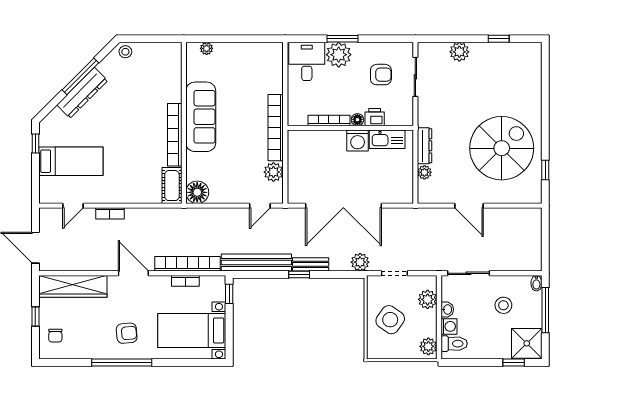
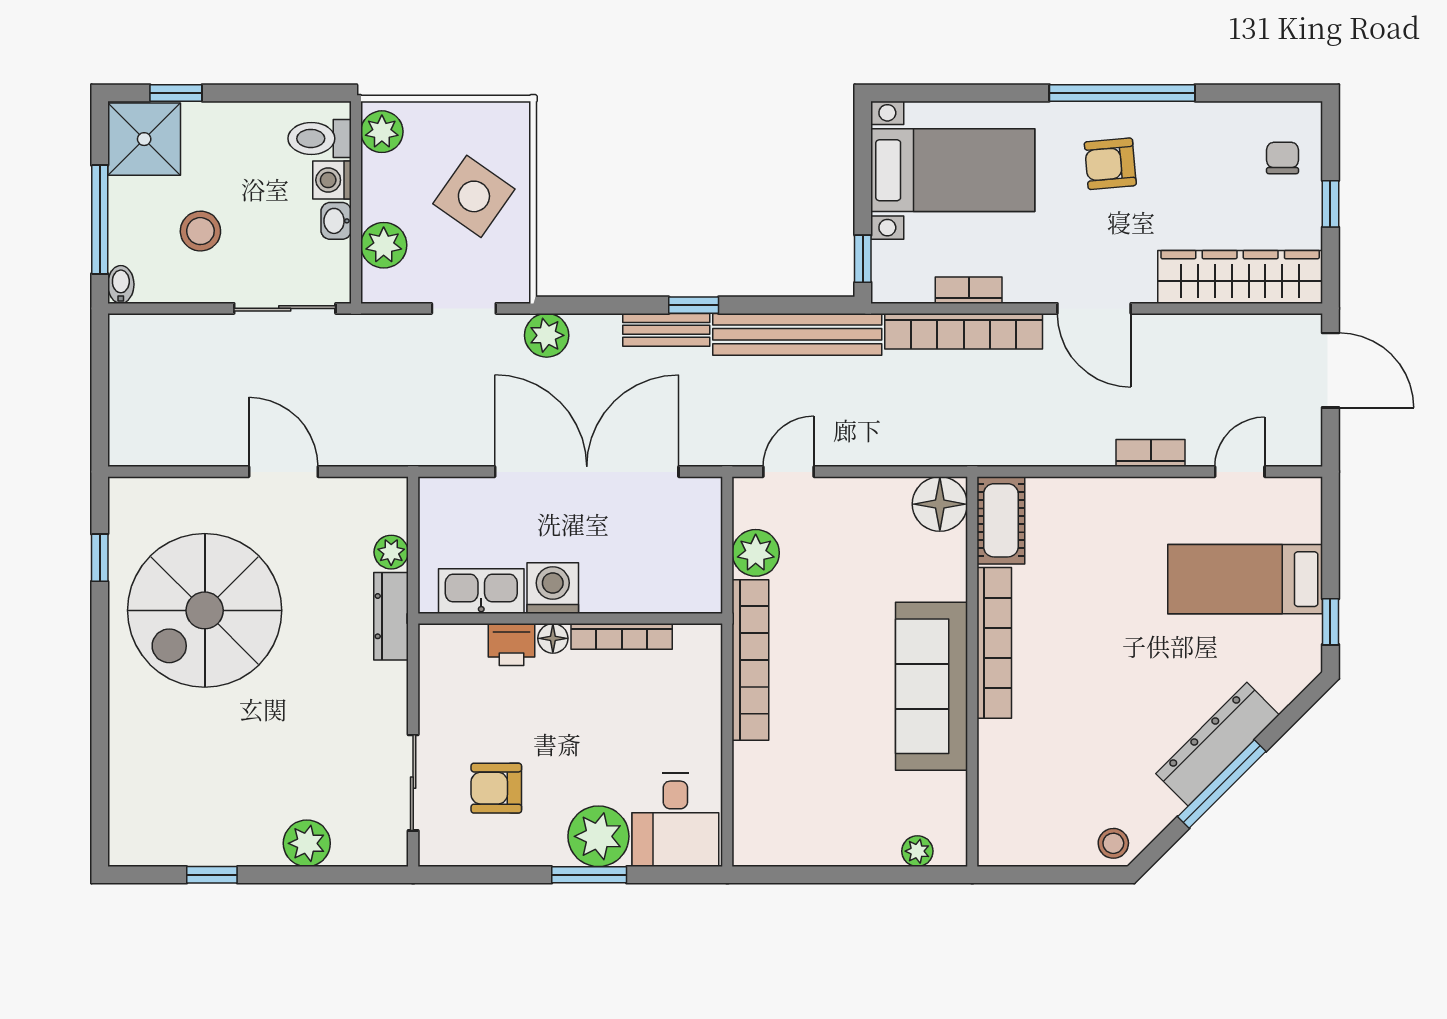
printer: (375, 117) -> (512, 645), moved
floor lamp: (357, 120) -> (553, 638), moved
bookcase: (329, 121) -> (622, 636), moved
wall: (350, 128) -> (570, 619), moved
kitchen sink: (387, 139) -> (481, 591), moved
washing machine: (358, 141) -> (553, 588), moved

